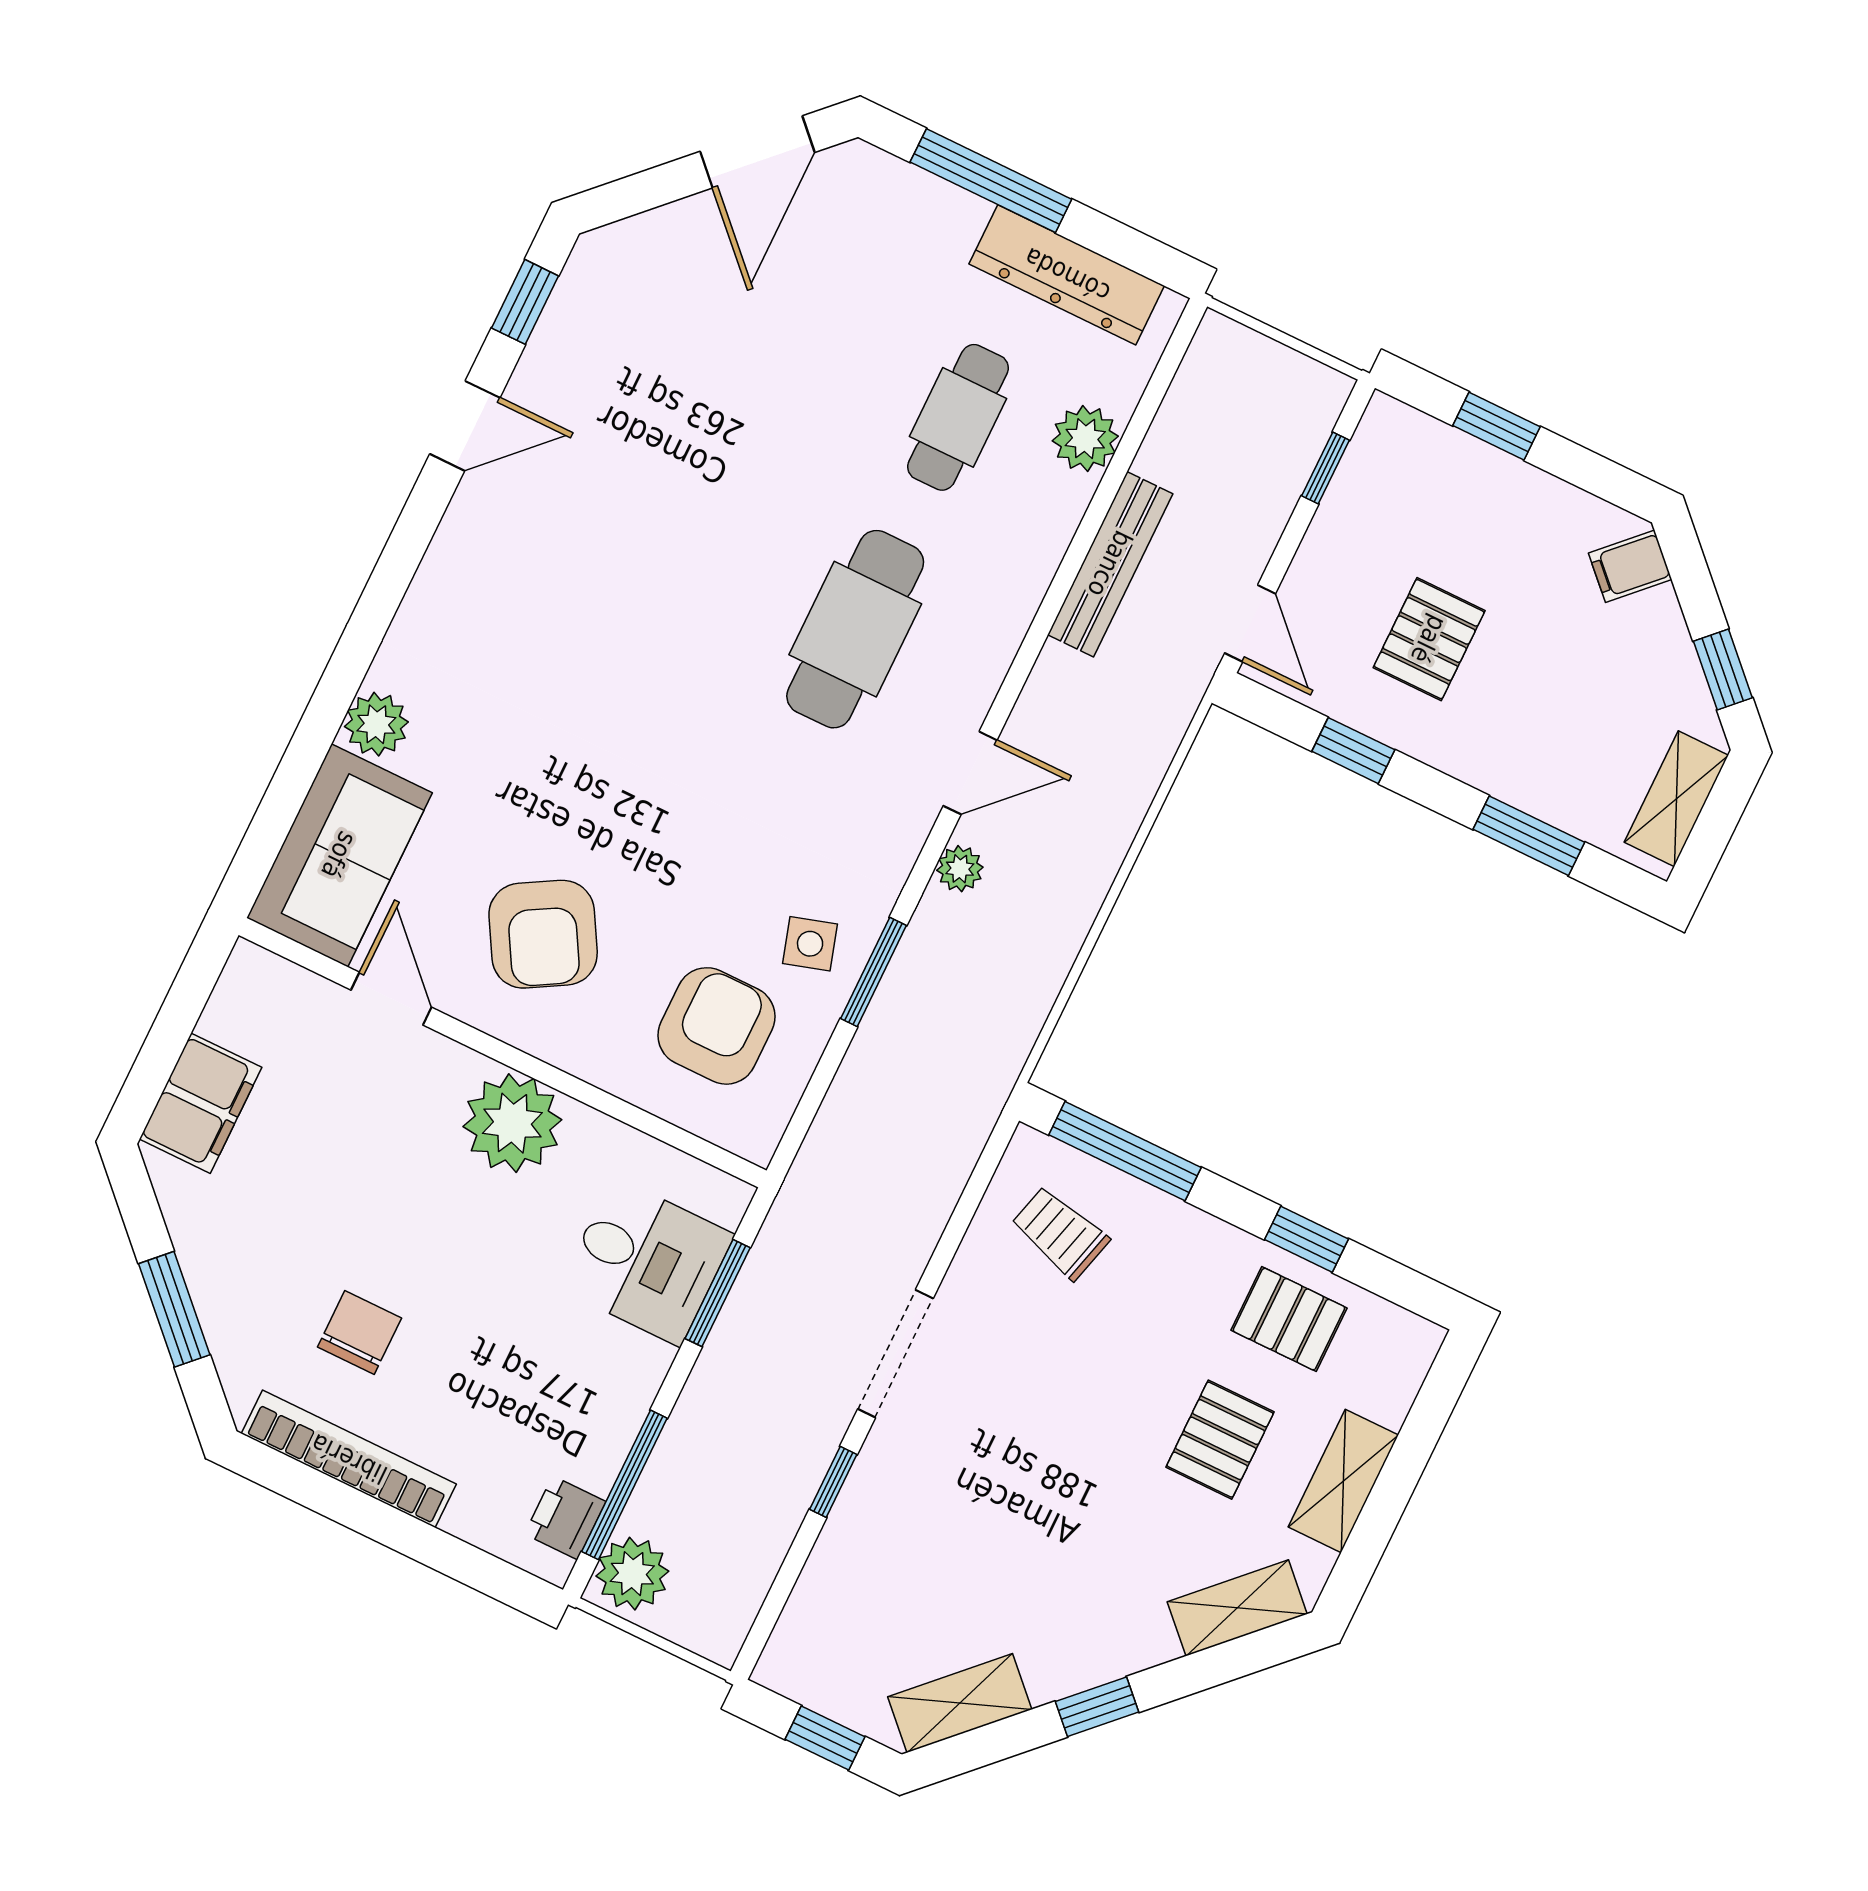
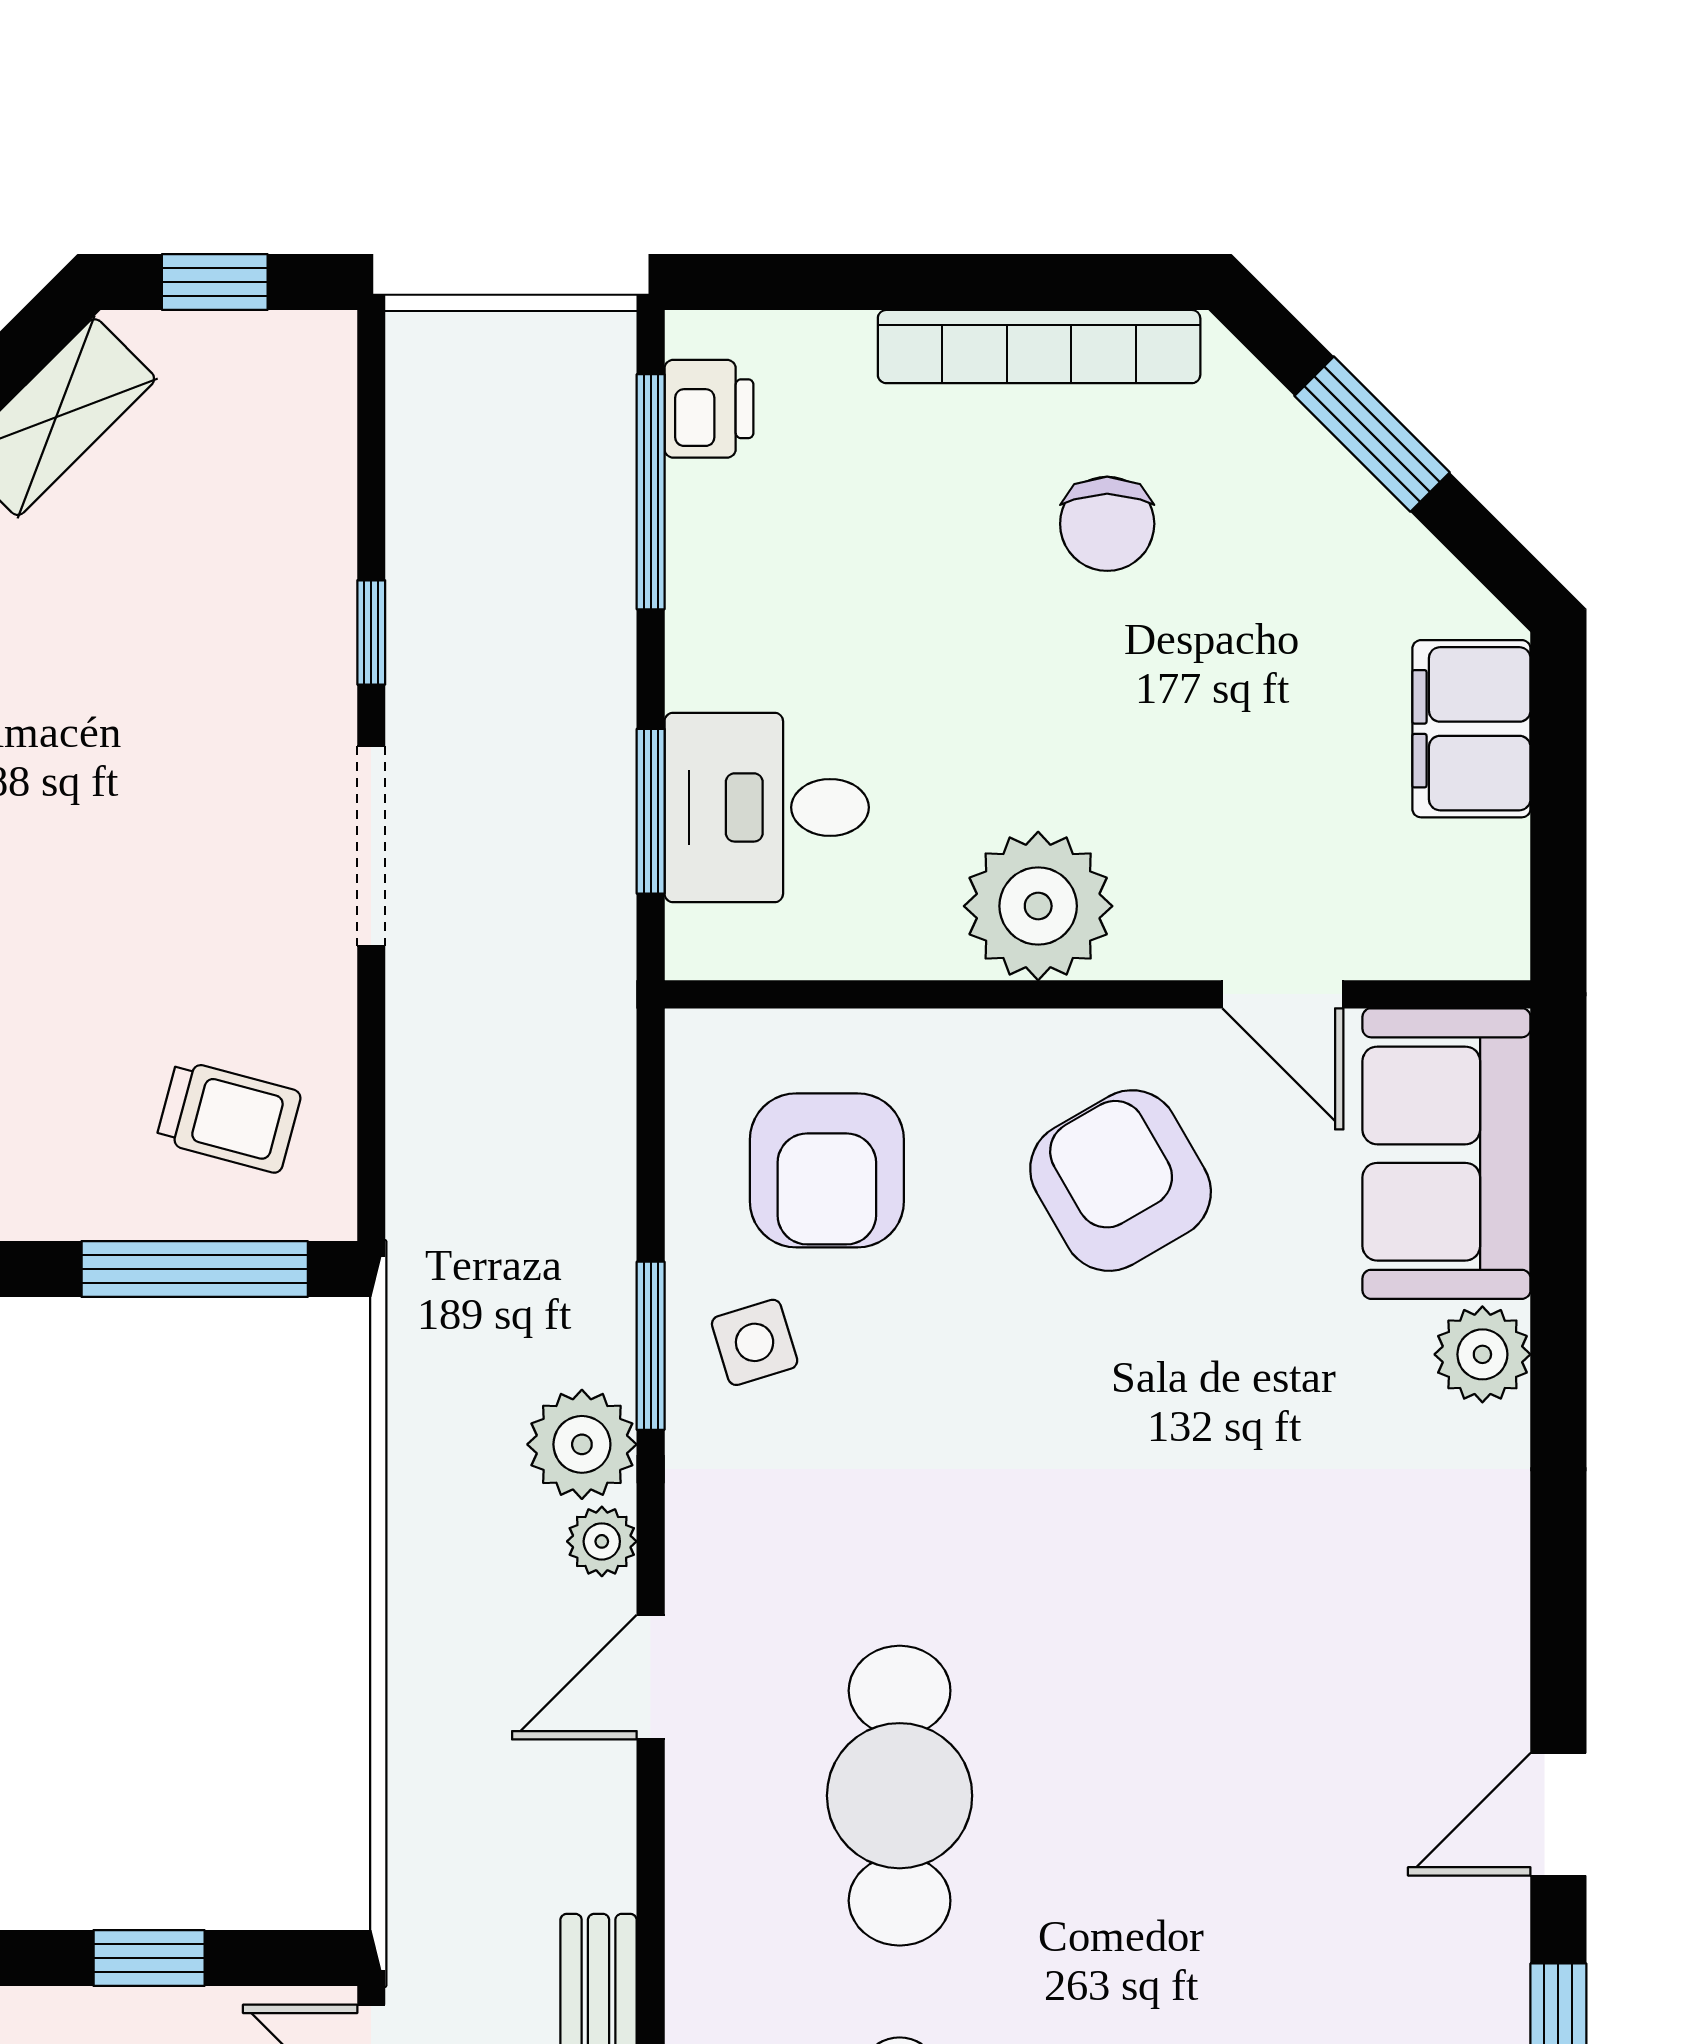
plant: (632, 1574) -> (582, 1444), moved

